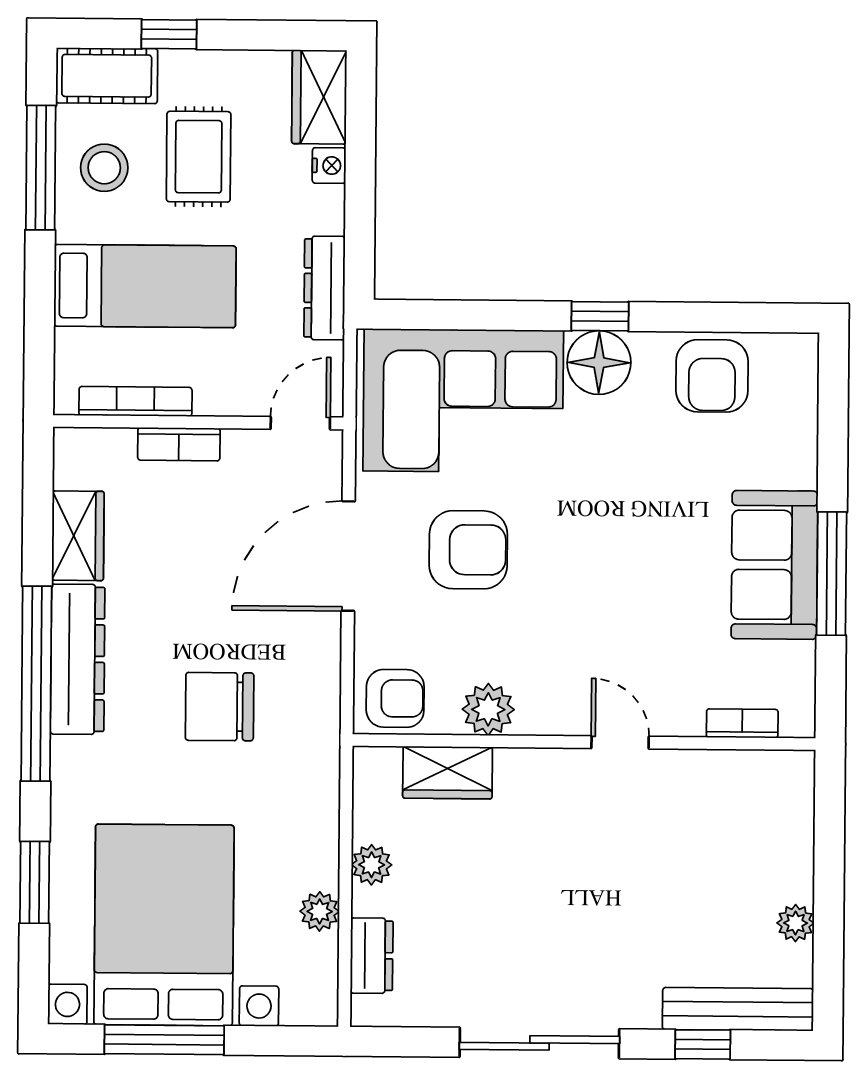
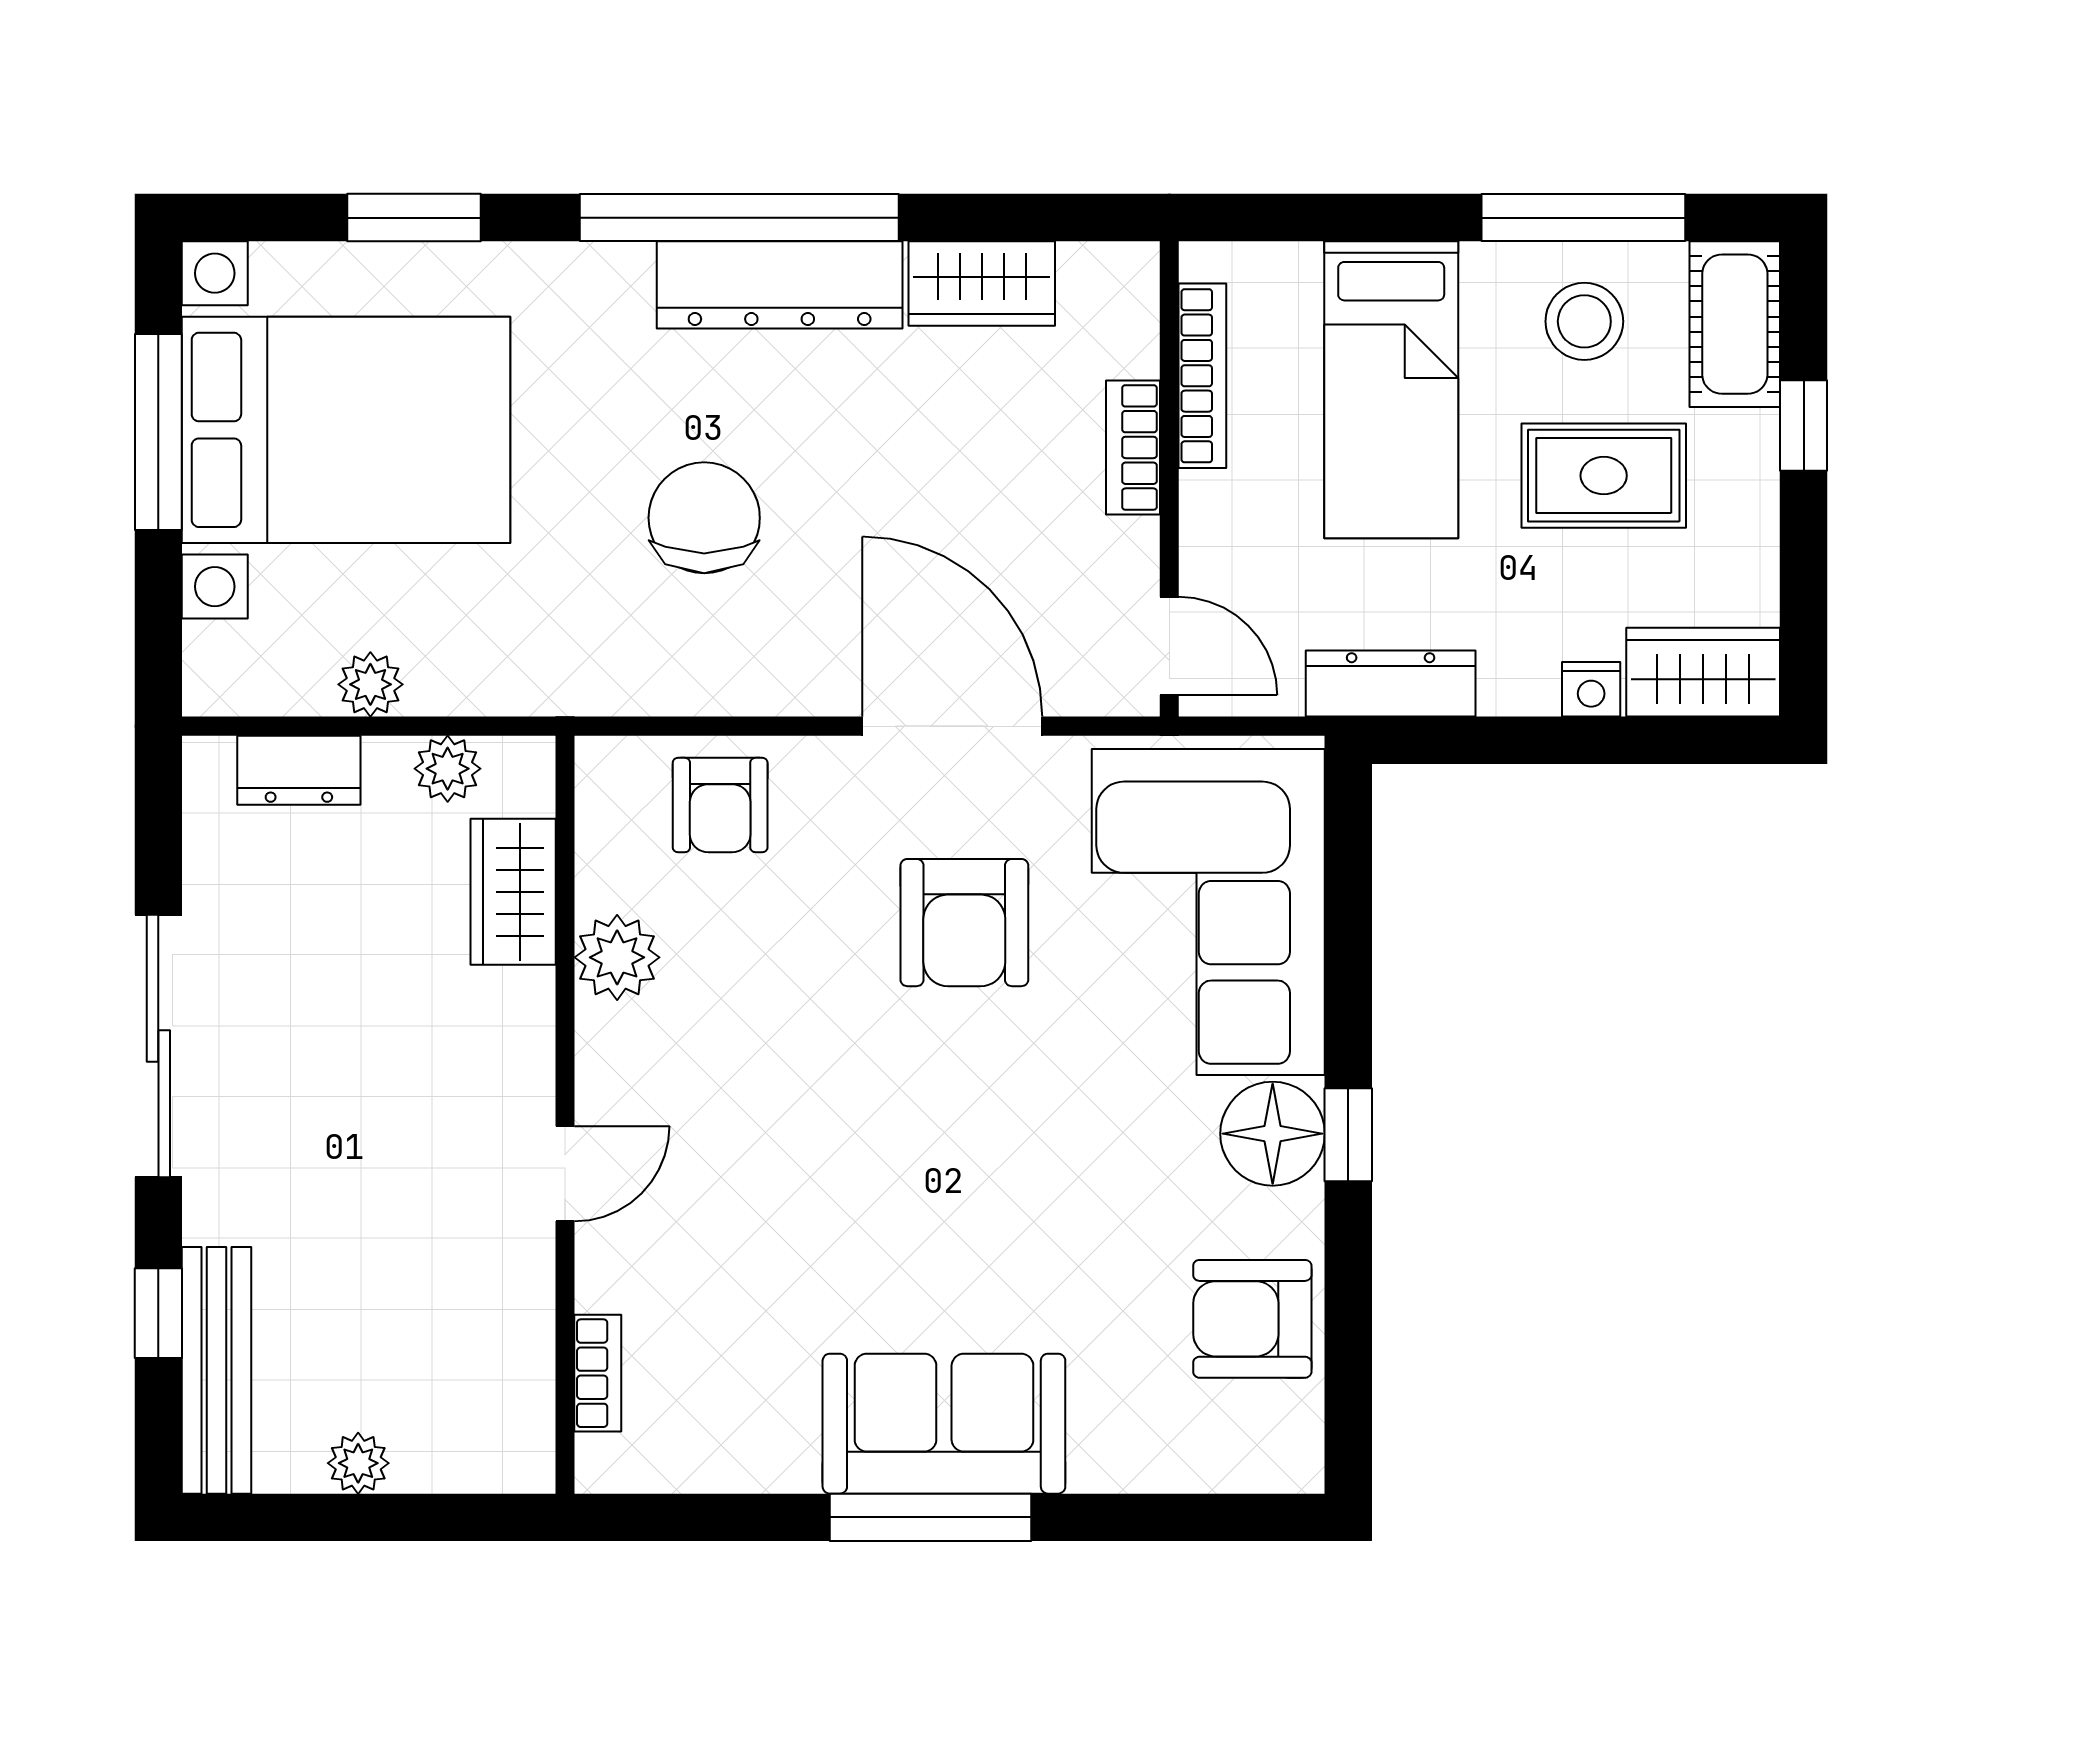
plant: (488, 709) -> (617, 957), moved
bookcase: (742, 723) -> (598, 1373), moved
wall: (584, 742) -> (565, 1115), moved
door: (620, 742) -> (565, 1174), moved
wardrobe: (448, 773) -> (513, 892), moved

